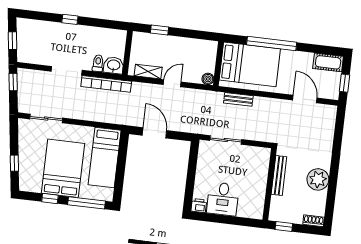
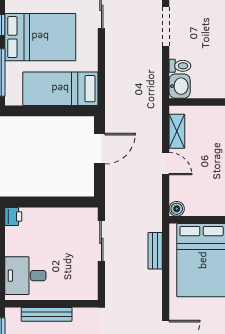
bookcase: (106, 84) -> (155, 79), removed
bench: (279, 175) -> (47, 314), moved
desk: (223, 199) -> (25, 276), moved

